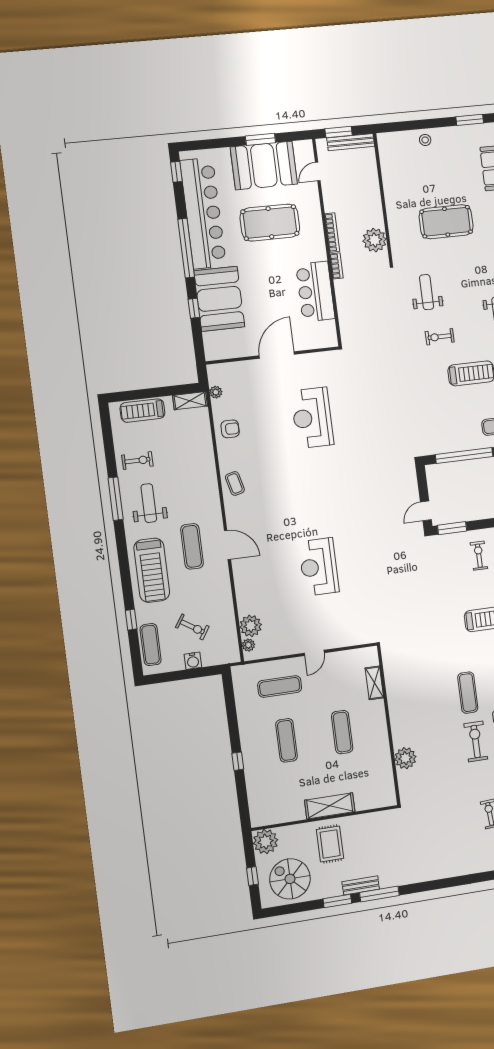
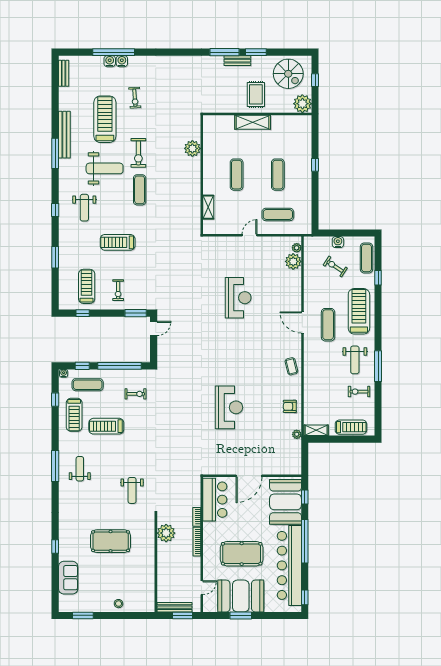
exercise bike: (440, 337) -> (136, 394), moved
wall: (273, 355) -> (252, 476), moved
door: (277, 355) -> (249, 476), moved

